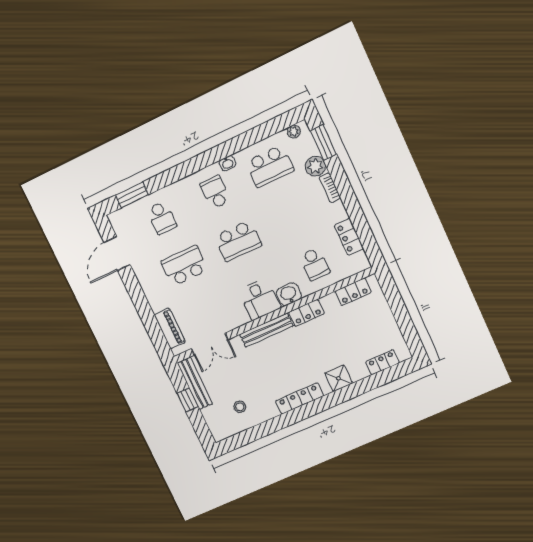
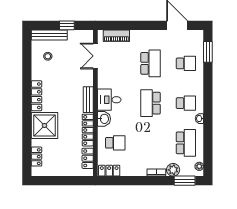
school desk: (270, 166) -> (186, 143), turned 180
school desk: (162, 218) -> (186, 63), turned 180
locker: (349, 237) -> (109, 171), moved
school desk: (315, 264) -> (115, 143), turned 180
locker: (307, 313) -> (88, 130), width x1.53
bench: (266, 330) -> (88, 100), width x0.73
shower: (339, 378) -> (44, 125), width x1.86, depth x1.86
bench: (195, 383) -> (49, 35), moved

